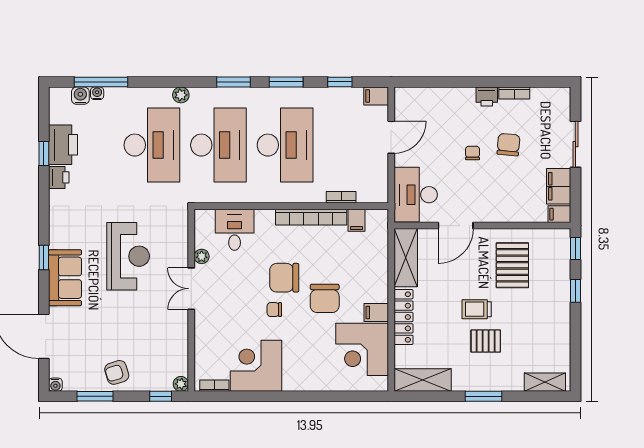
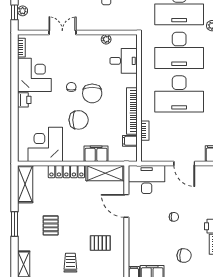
chair: (508, 145) -> (184, 256), moved
pallet: (512, 265) -> (100, 243), width x0.67, depth x0.71
chair: (284, 278) -> (92, 93), turned 180
double door: (191, 289) -> (62, 33), moved
chair: (325, 298) -> (79, 120), turned 180
trolley: (477, 309) -> (70, 263), moved
filing cabinet: (376, 313) -> (96, 154), moved, width x2.00
printer: (294, 381) -> (24, 100), added
plant: (181, 384) -> (23, 11), moved

